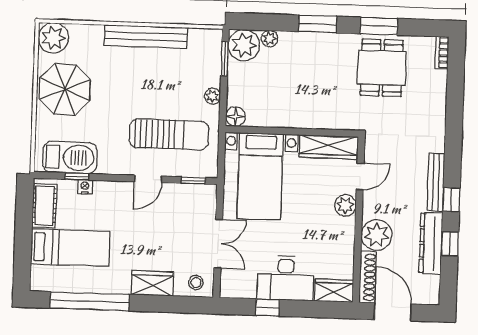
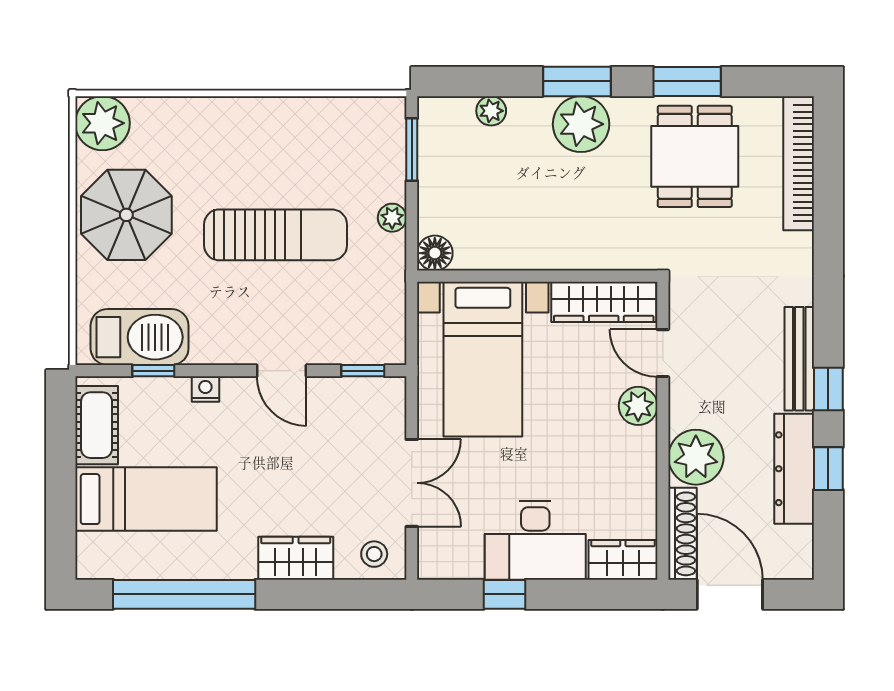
bench: (146, 36) -> (269, 115), removed
plant: (244, 45) -> (581, 124), moved
bookcase: (442, 53) -> (799, 163), width x2.31, depth x1.31
sun lounger: (169, 134) -> (276, 235), moved
door: (360, 177) -> (663, 353), swing flipped
door: (148, 179) -> (282, 371), hinge flipped
nightstand: (85, 187) -> (205, 389), moved

